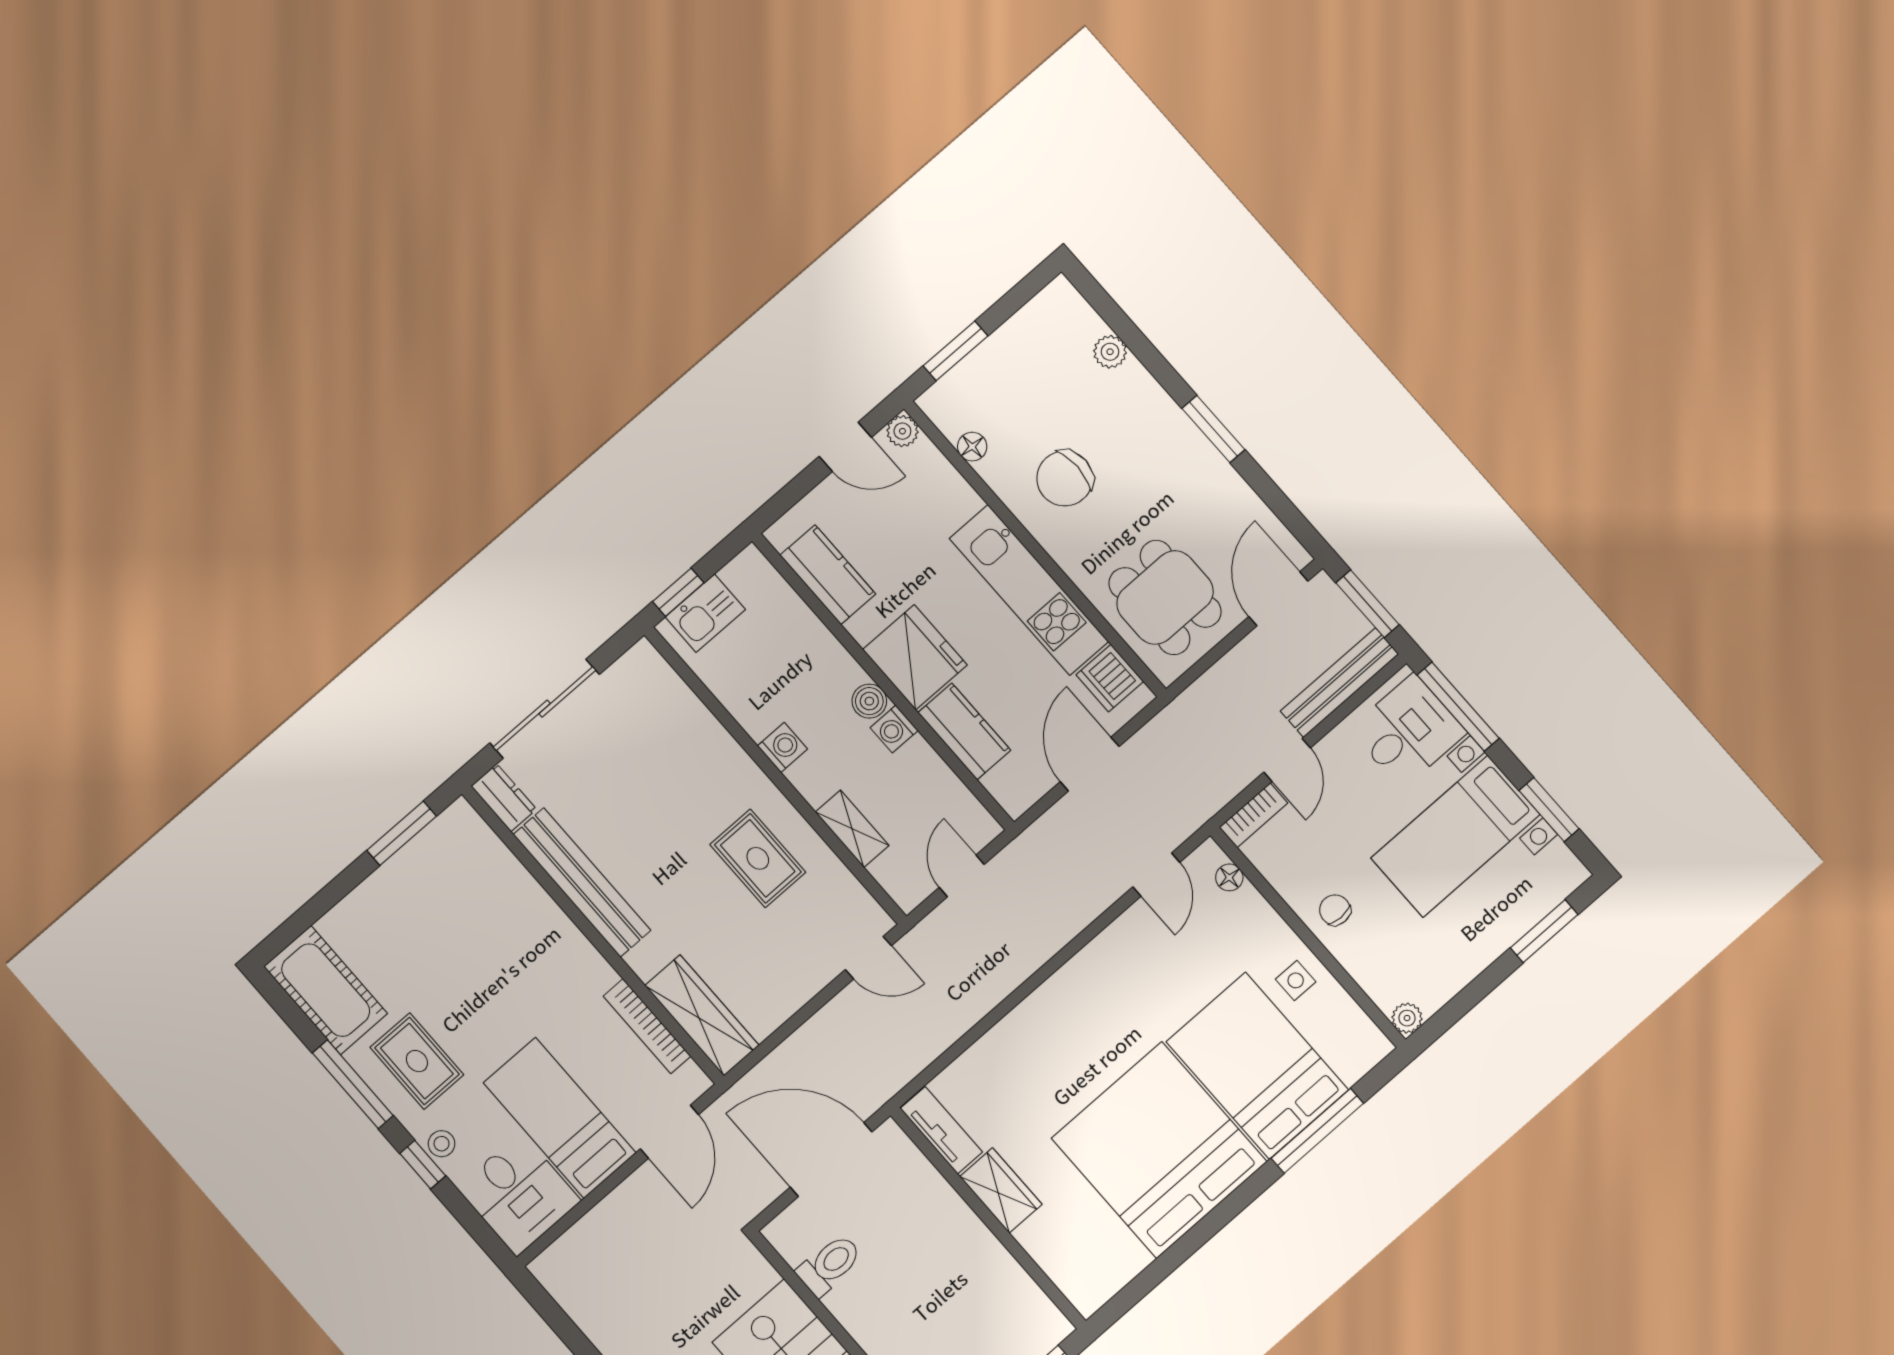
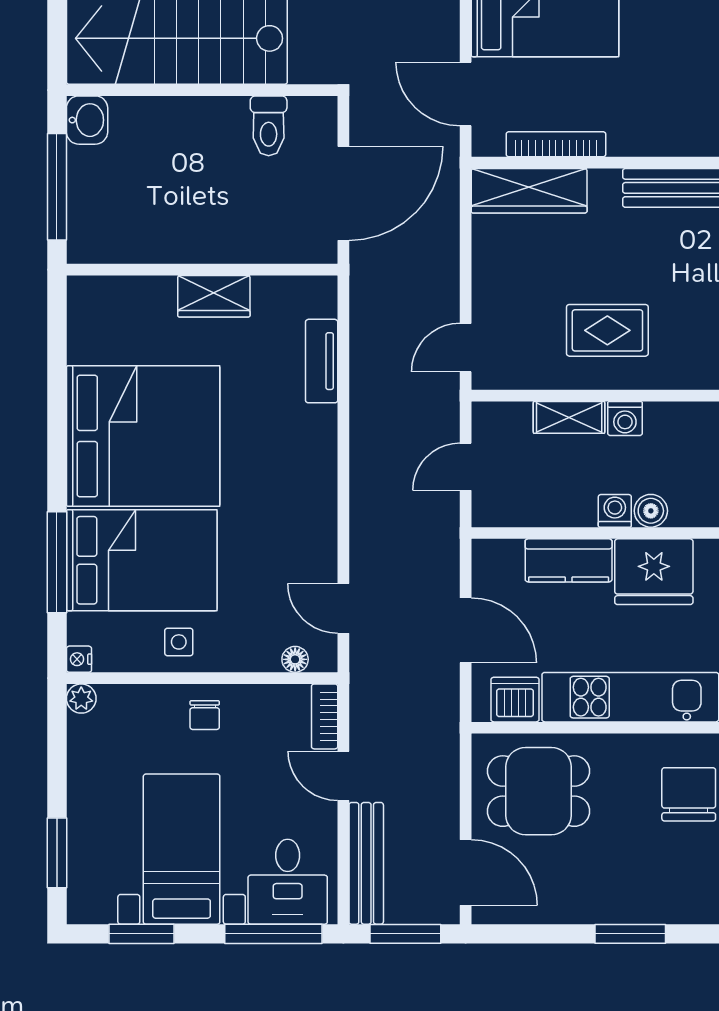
washing machine: (782, 747) -> (625, 418), moved
door: (962, 876) -> (466, 467), swing flipped
chair: (1335, 910) -> (205, 715), turned 90
nightstand: (1378, 1047) -> (79, 659), added
tv unit: (941, 1130) -> (322, 361), moved, turned 90

